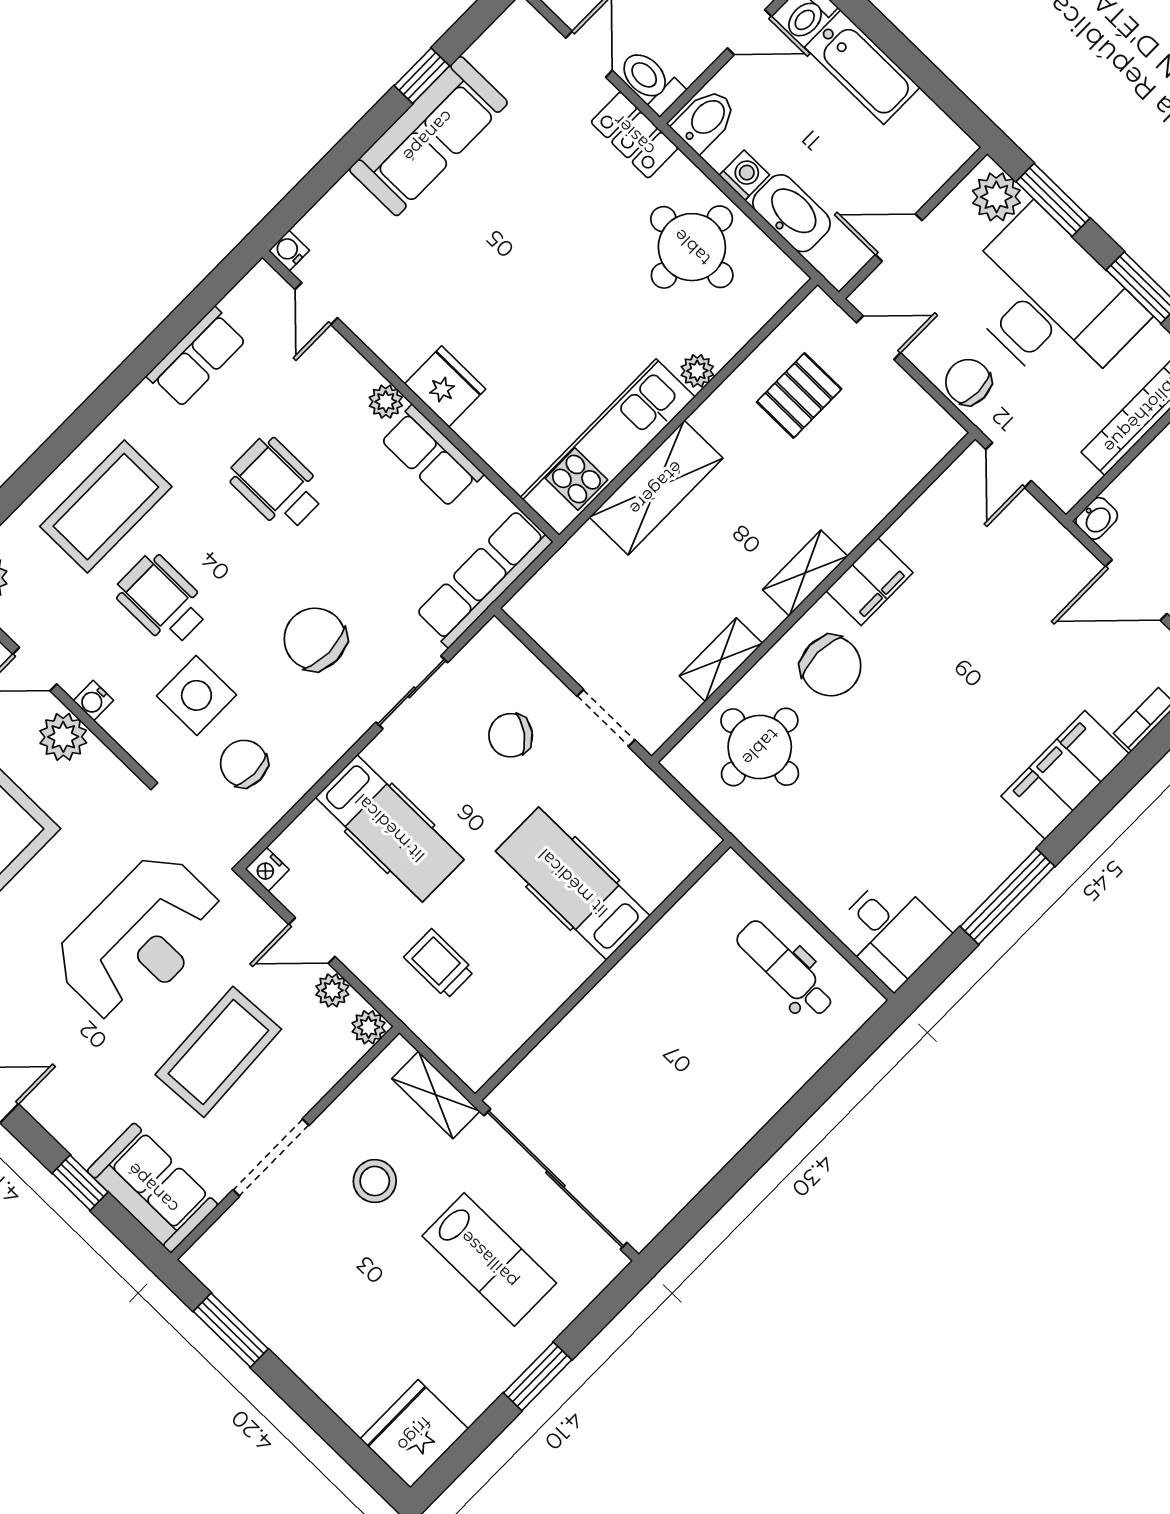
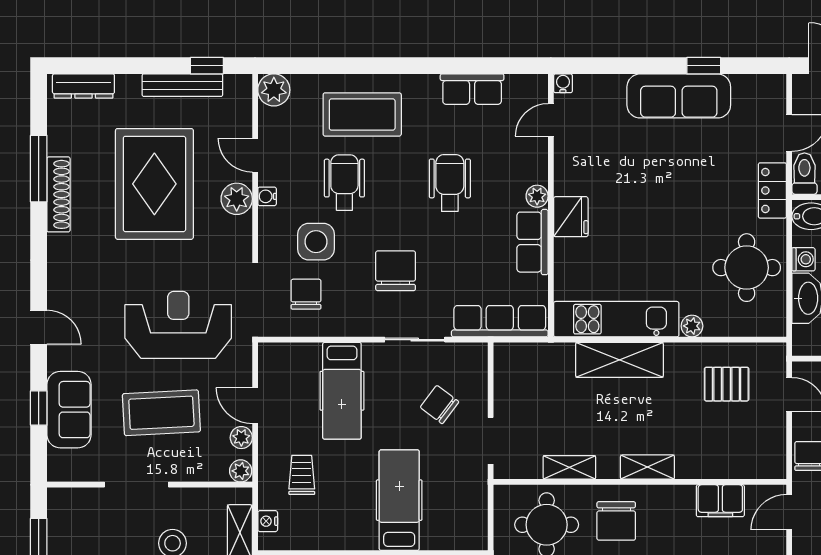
filing cabinet: (869, 582) -> (720, 501), moved
nightstand: (267, 869) -> (268, 521), moved
reception desk: (139, 938) -> (178, 325), turned 180
sofa: (153, 1188) -> (69, 410), moved

